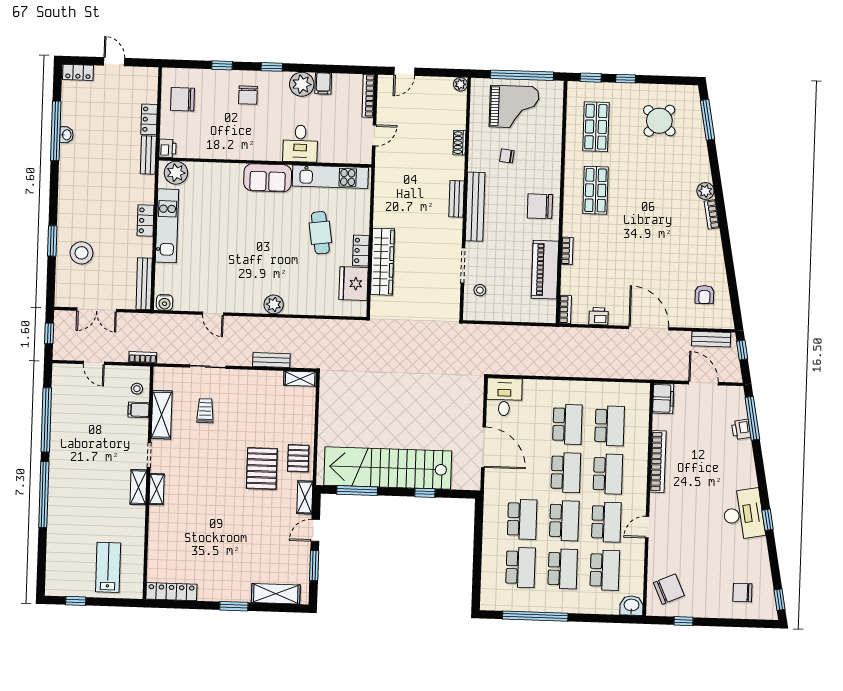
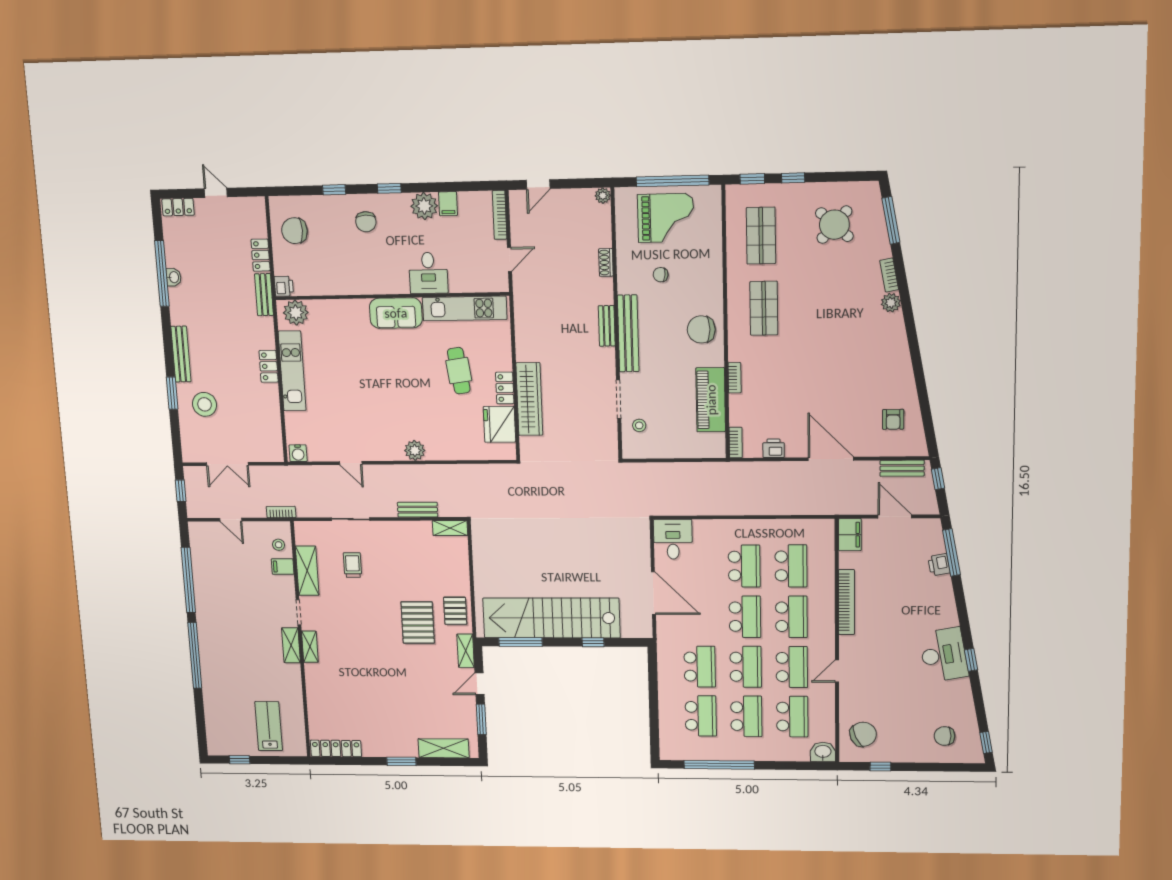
bookcase: (712, 214) -> (889, 275), moved
bench: (144, 284) -> (181, 354), moved

